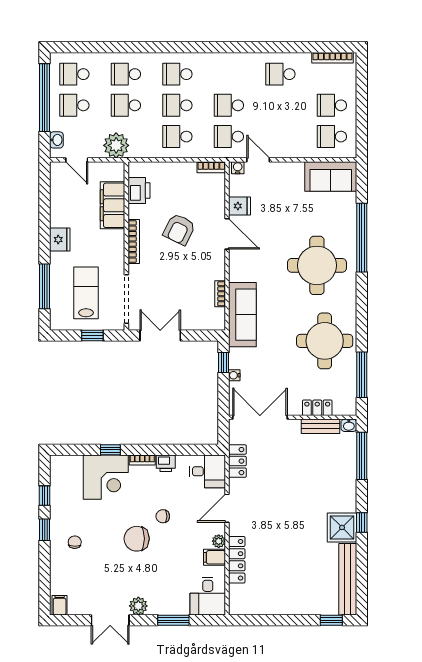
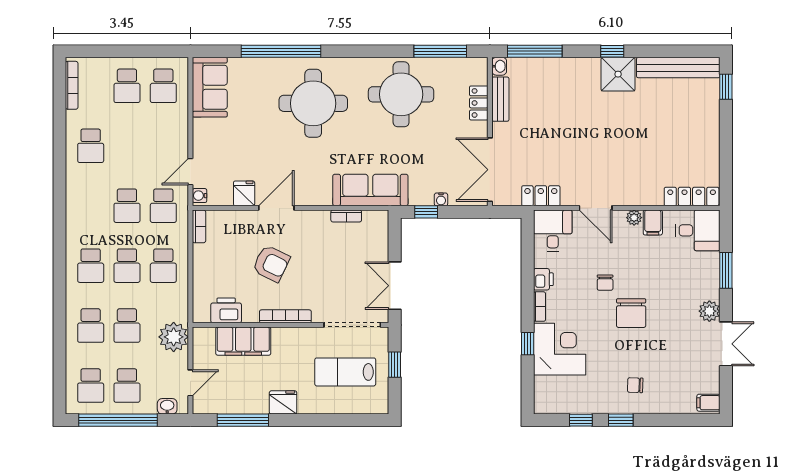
window: (45, 286) -> (243, 420), moved
locker: (237, 560) -> (692, 197), moved

